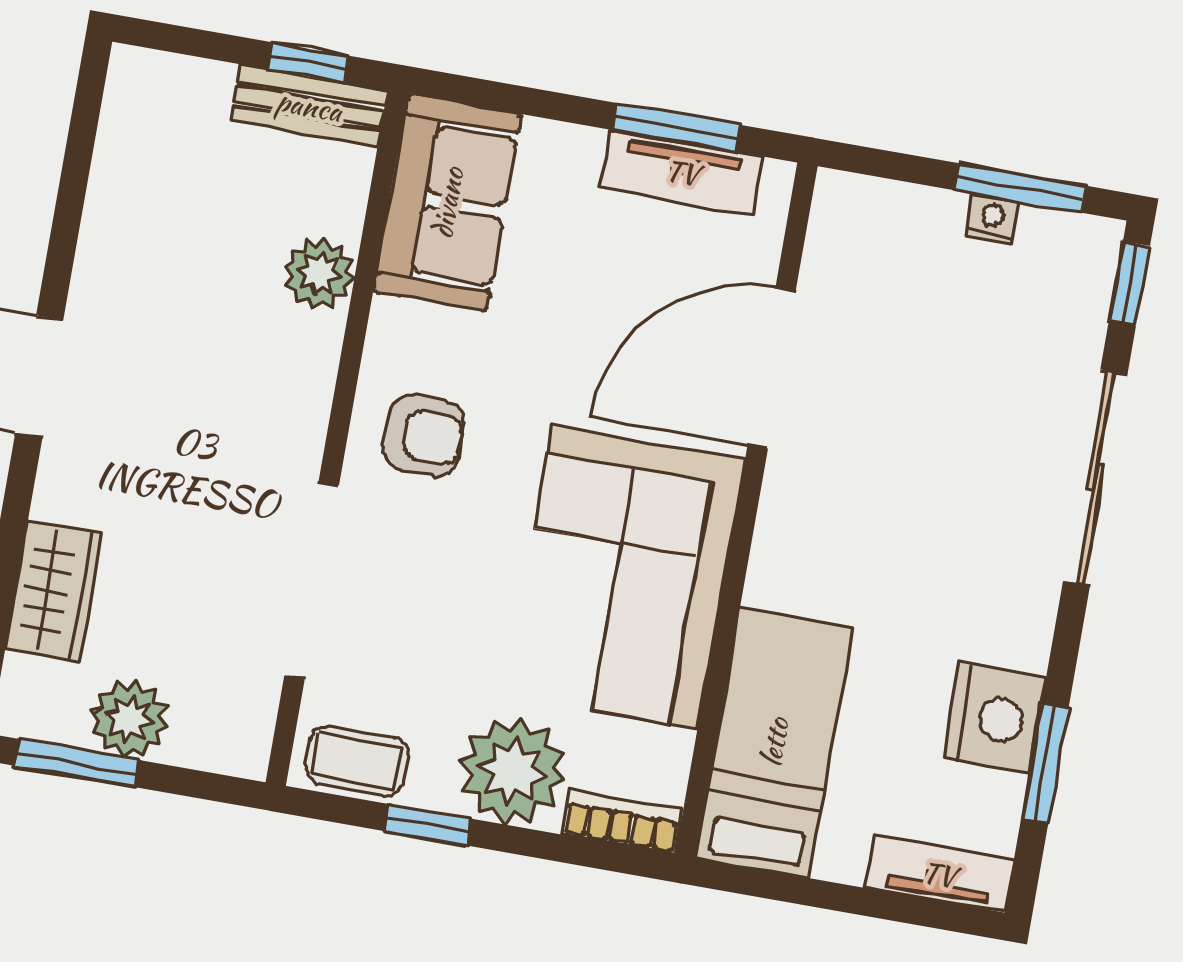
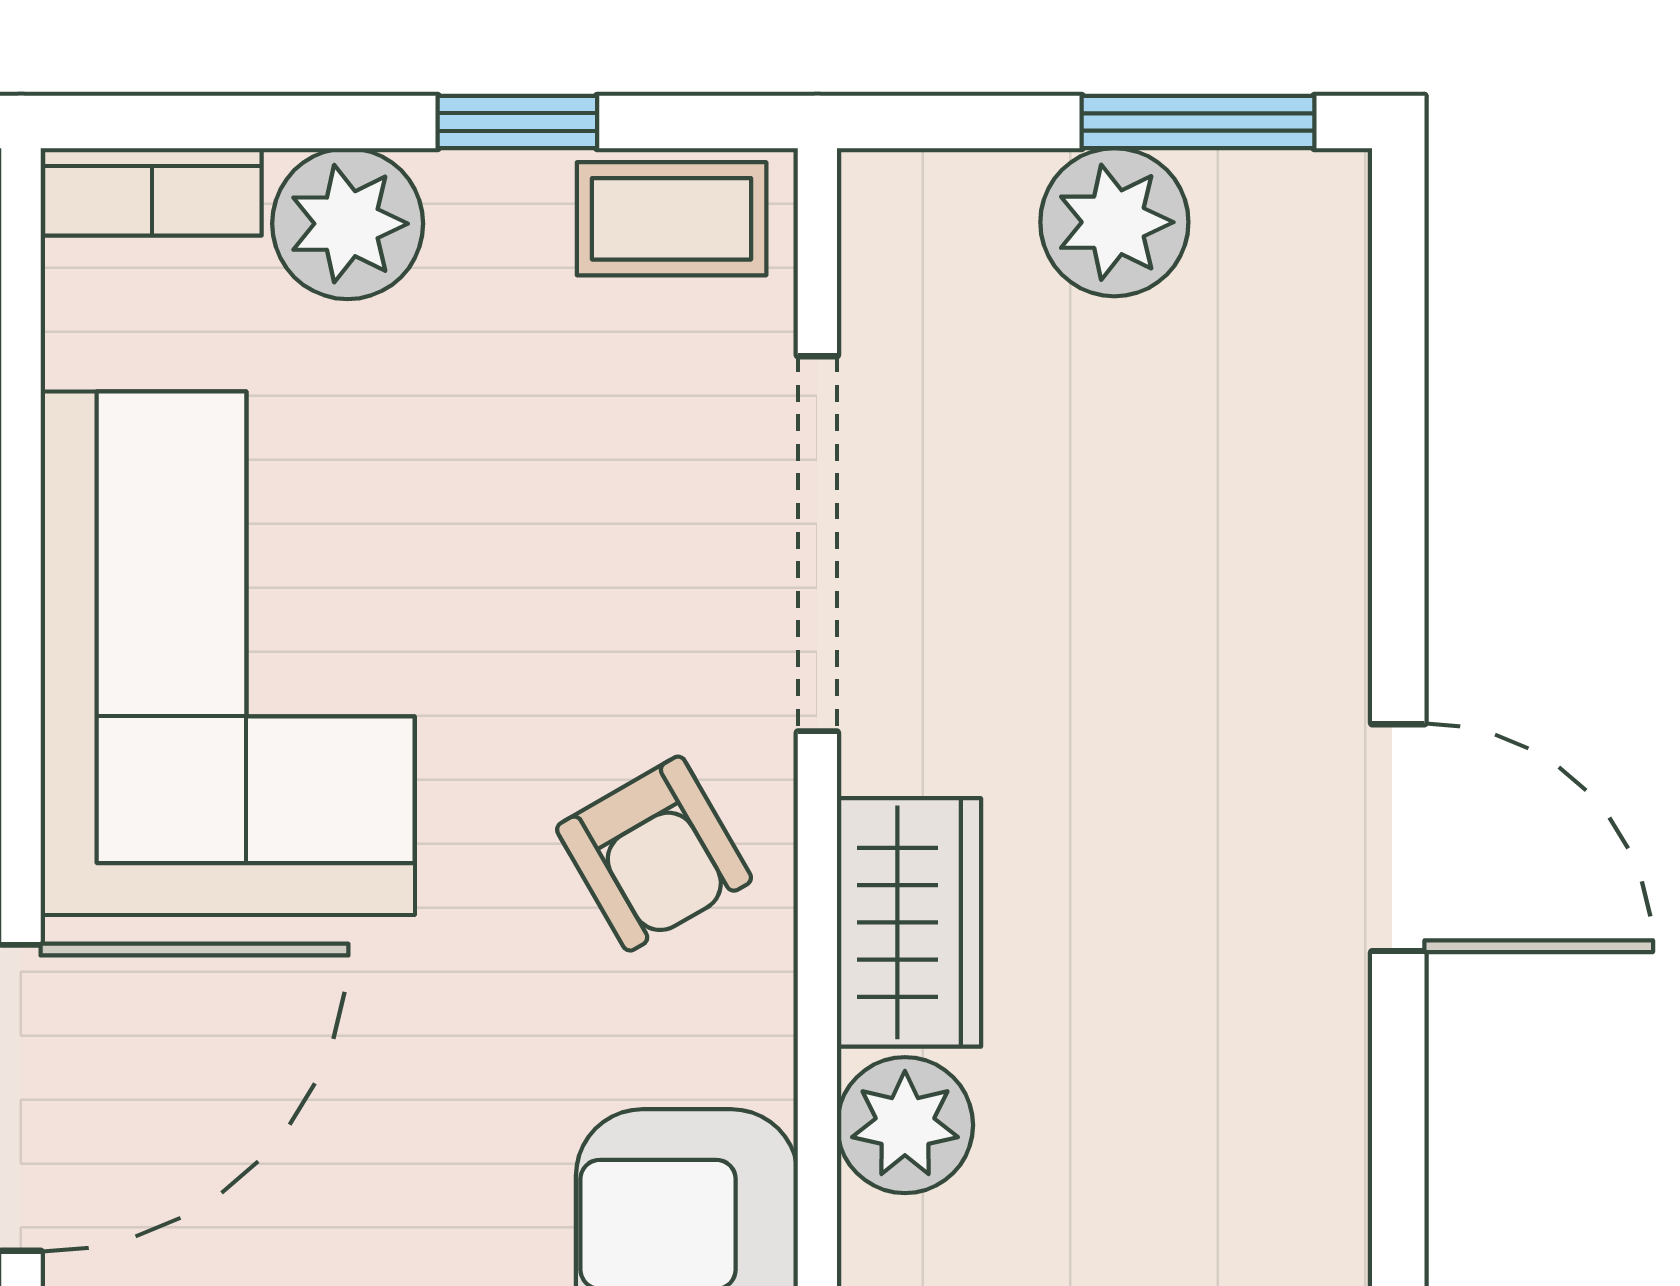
armchair: (424, 436) -> (654, 854), turned -120
wardrobe: (53, 591) -> (909, 922), moved, turned 180
plant: (513, 771) -> (348, 224), width x0.73, depth x0.73

